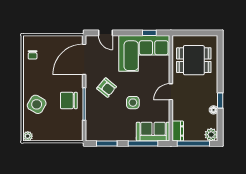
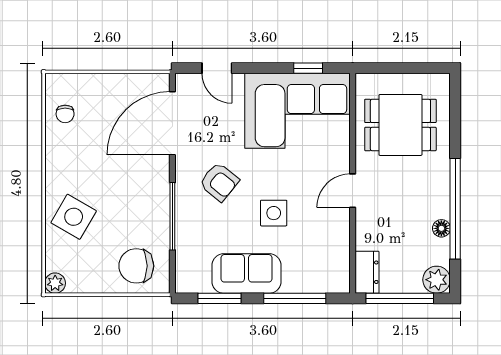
chair: (69, 100) -> (136, 266), moved
window: (220, 100) -> (455, 209), width x3.17
sofa: (153, 132) -> (246, 273), moved

